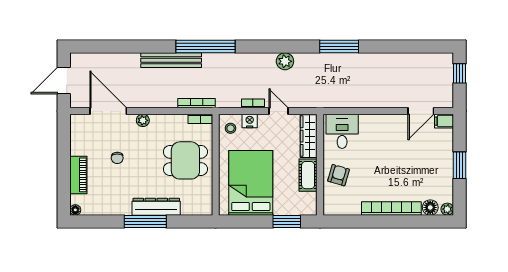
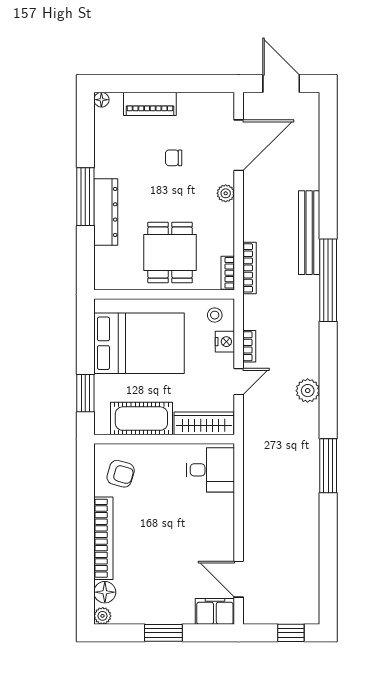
filing cabinet: (444, 121) -> (215, 611), width x2.00
cot: (308, 175) -> (141, 419), width x1.37, depth x1.34
armchair: (339, 175) -> (121, 474), moved

